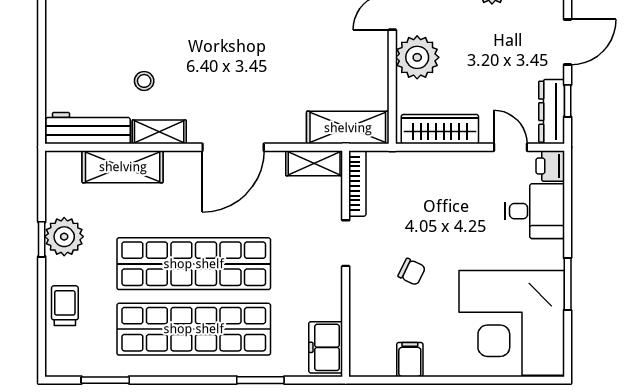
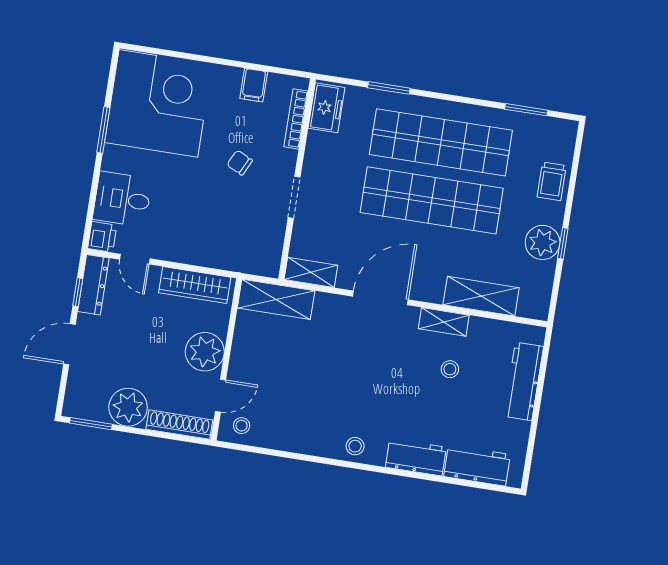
workbench: (88, 128) -> (524, 381), moved, turned 90
bookcase: (357, 183) -> (296, 119), moved

